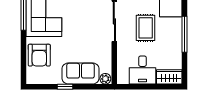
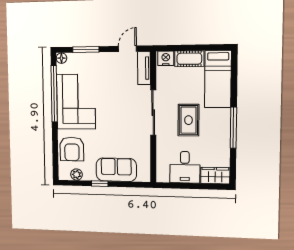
plant: (105, 79) -> (77, 175), moved

